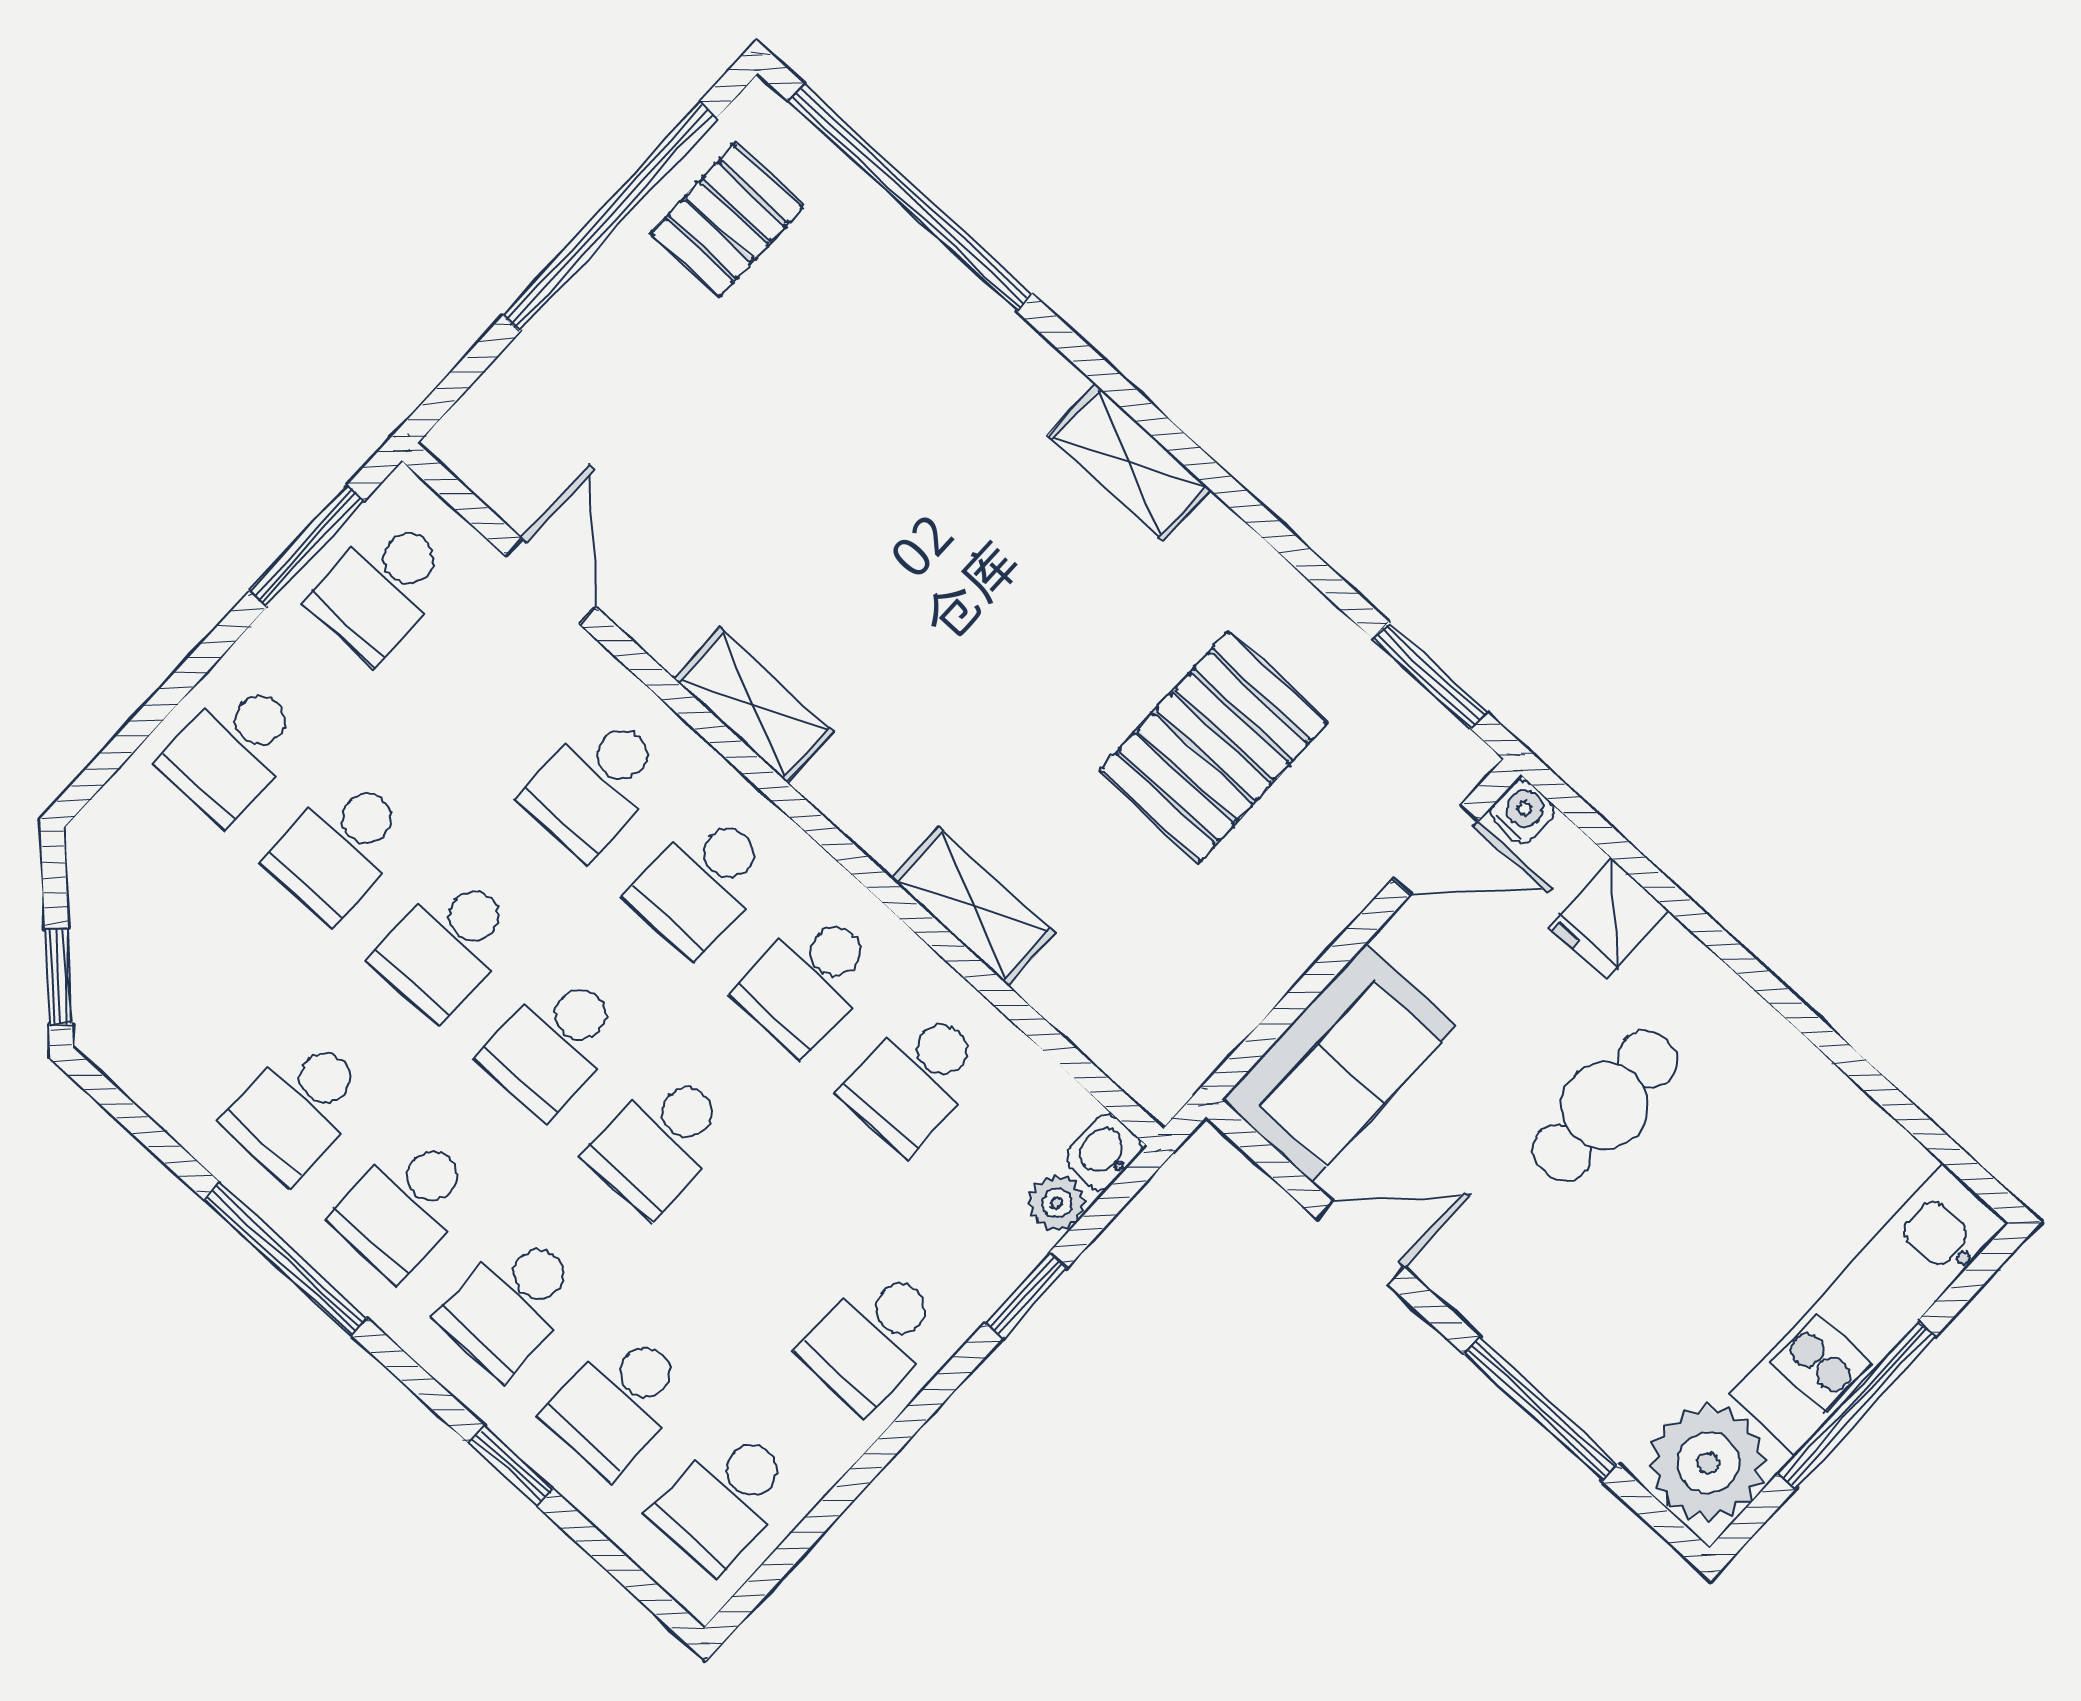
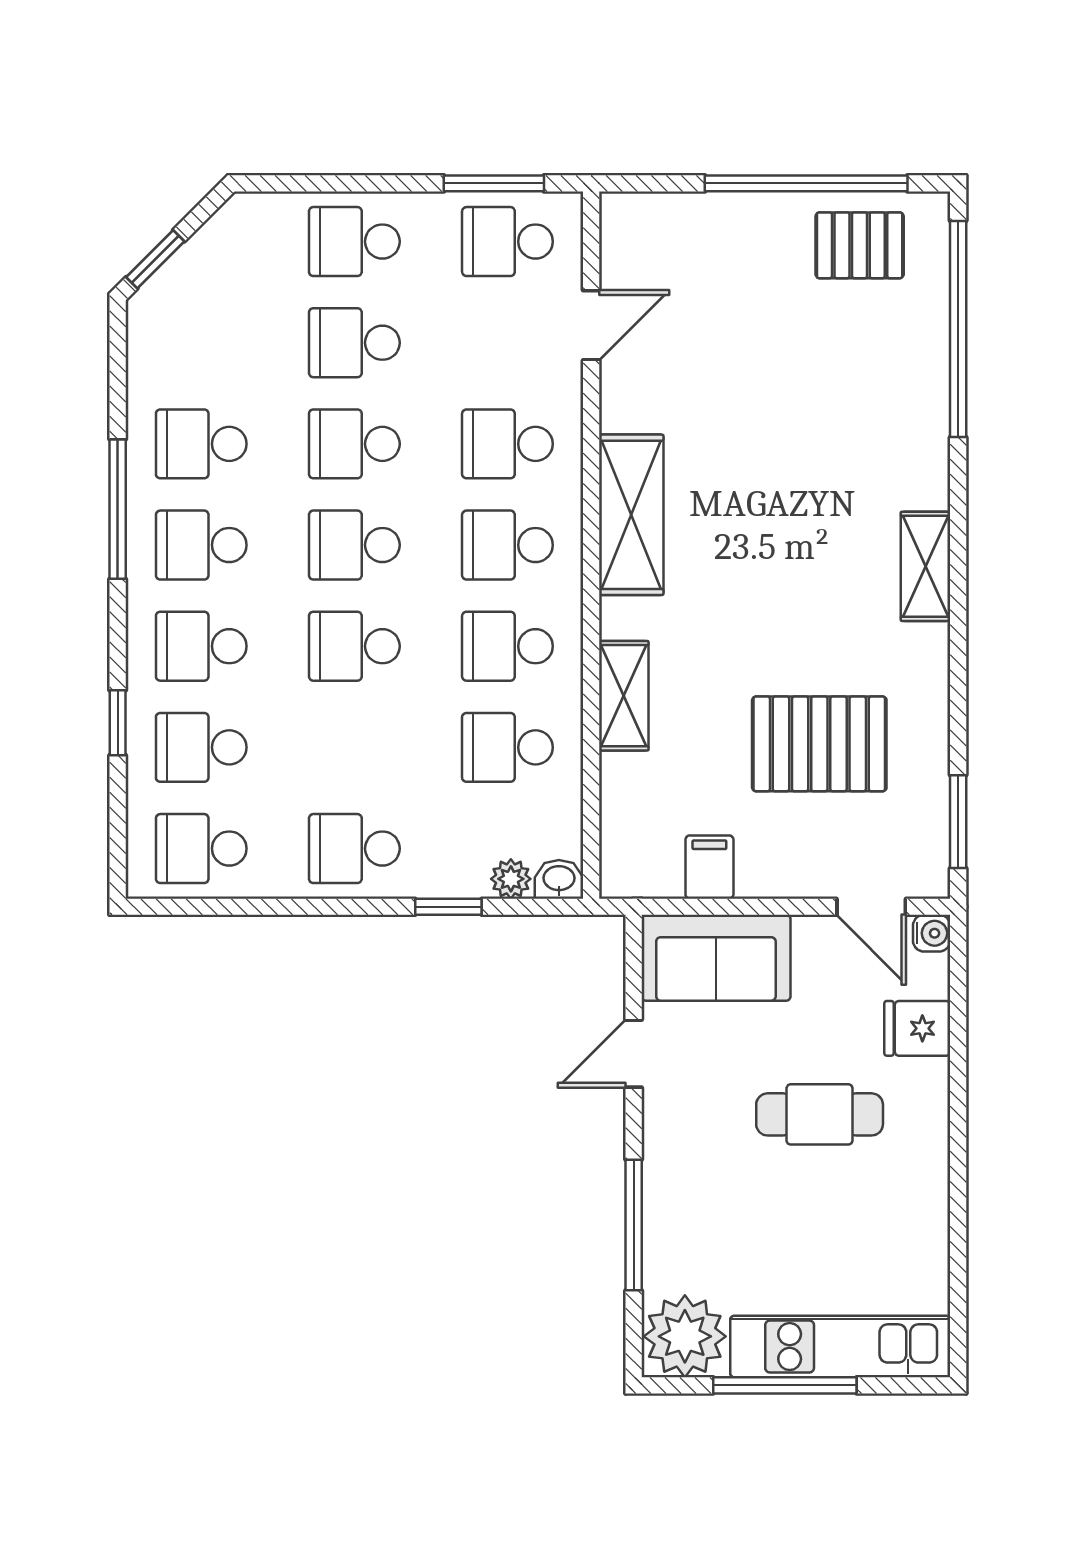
shelving: (754, 705) -> (631, 515), width x1.50, depth x1.33
filing cabinet: (1237, 982) -> (709, 867), added
door: (1360, 1243) -> (634, 1054), swing flipped

